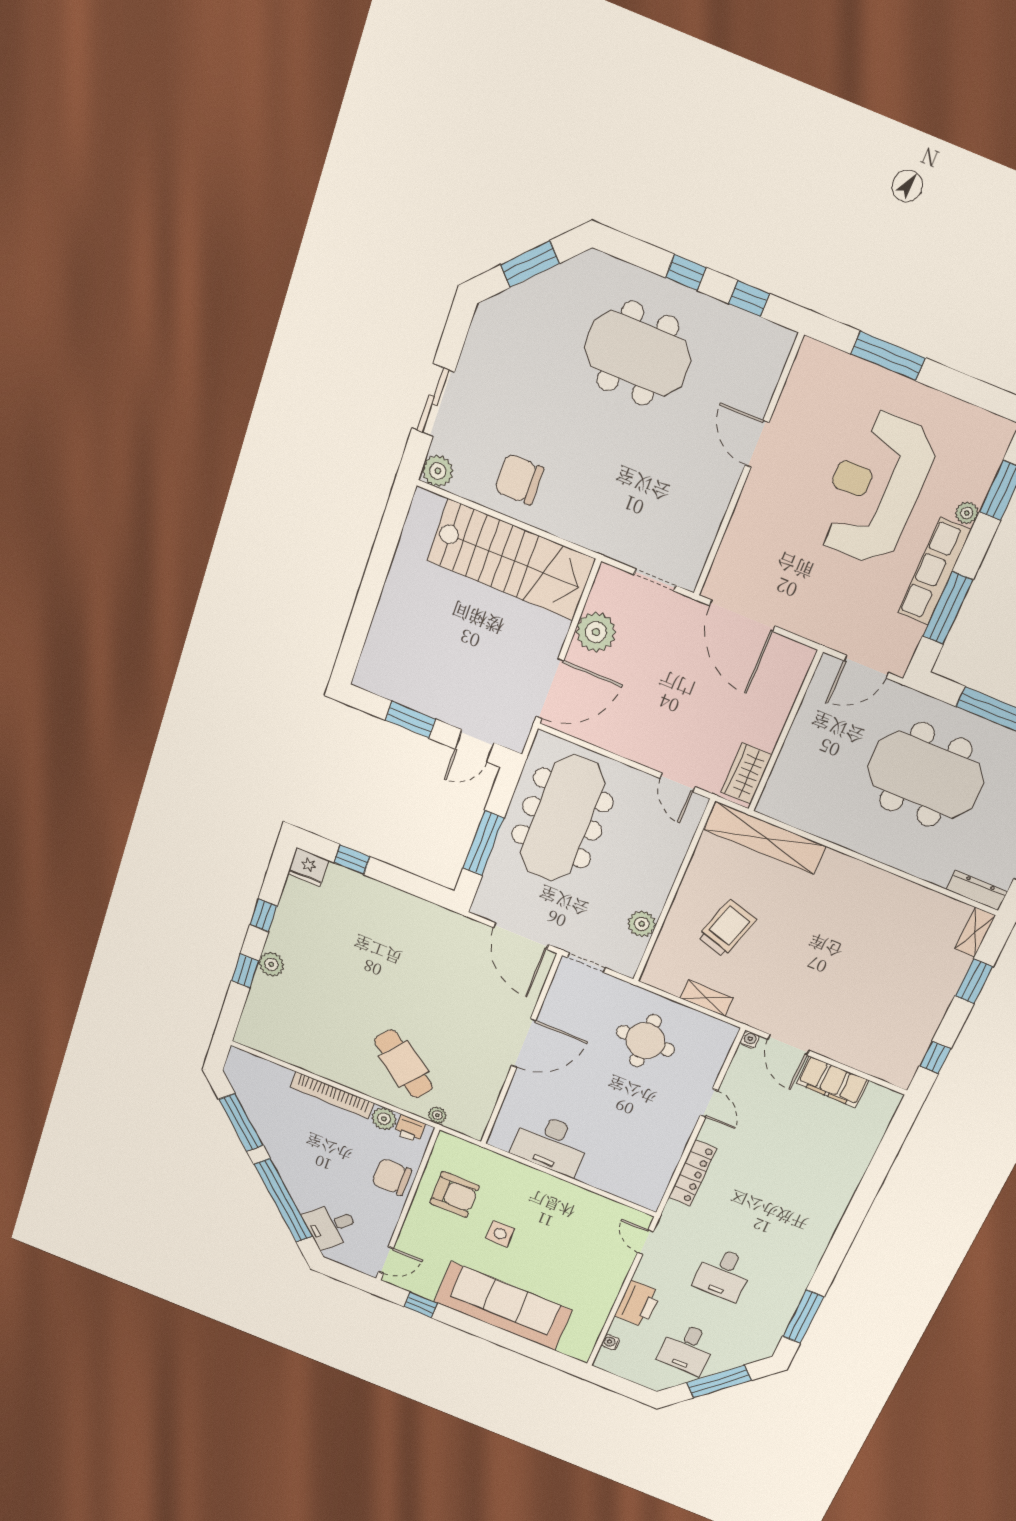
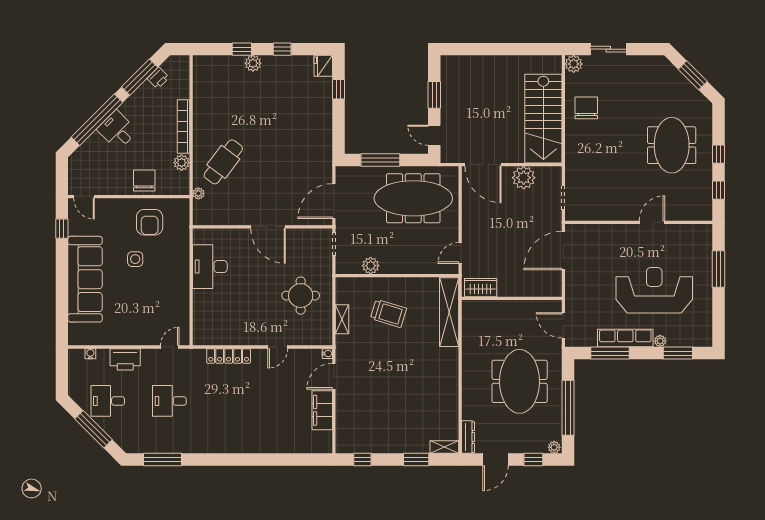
printer: (410, 1129) -> (158, 78), moved, turned -135
desk: (331, 1226) -> (117, 130), moved

